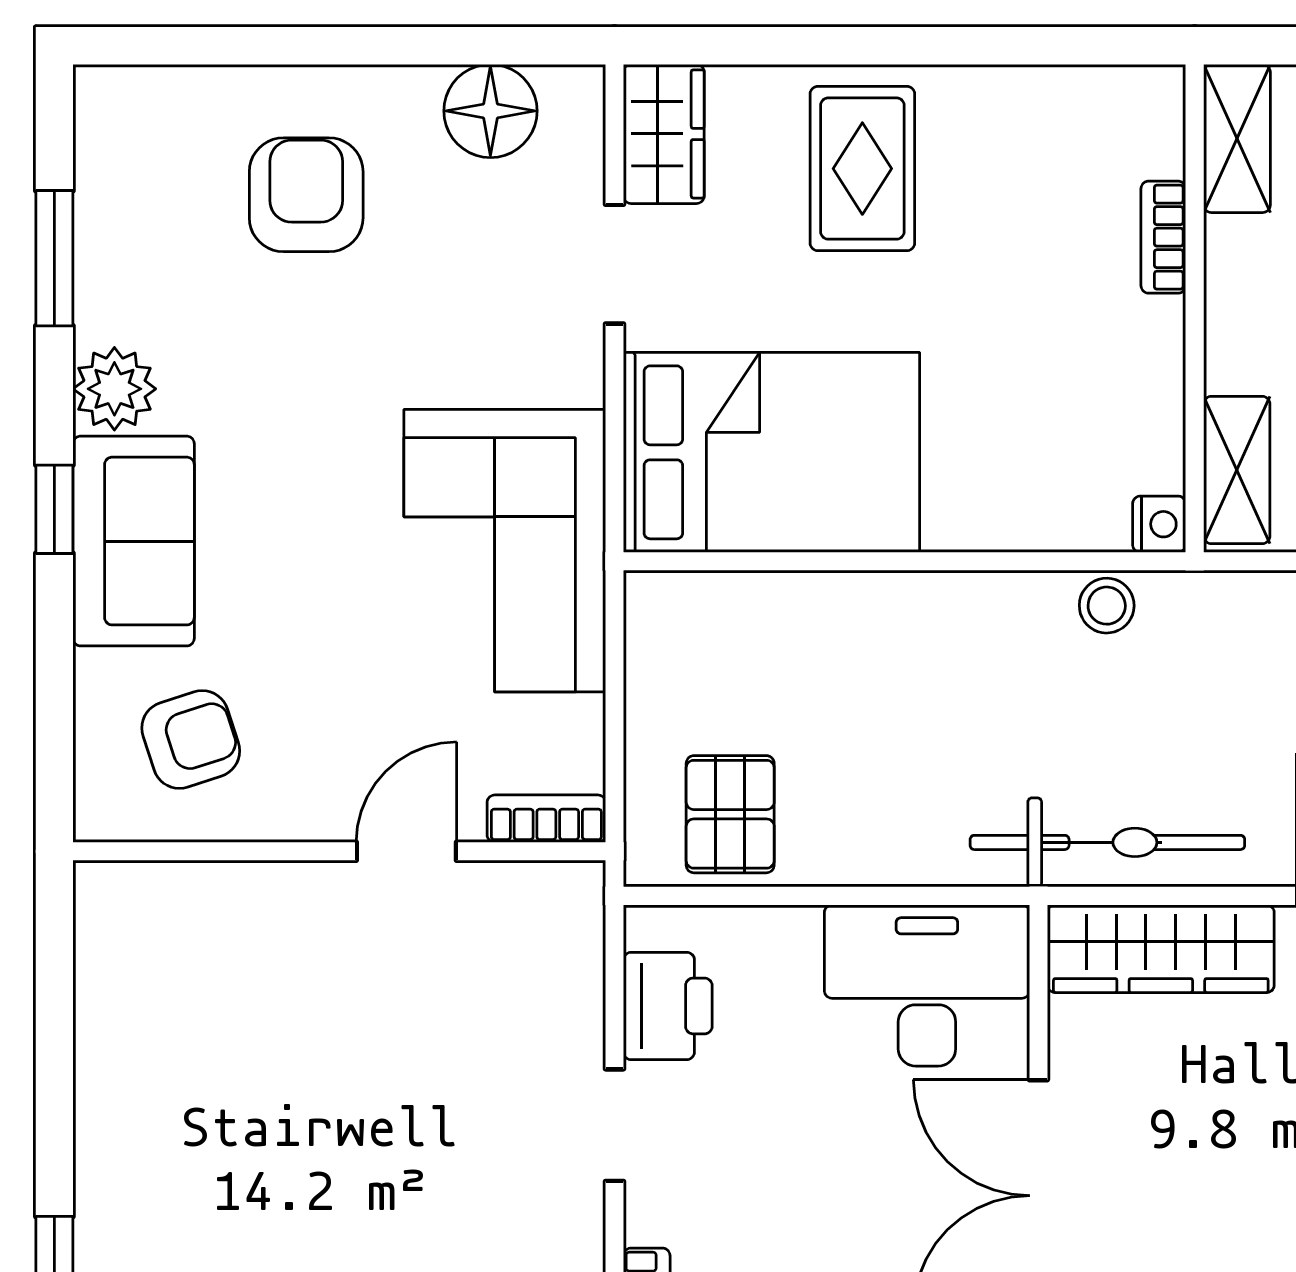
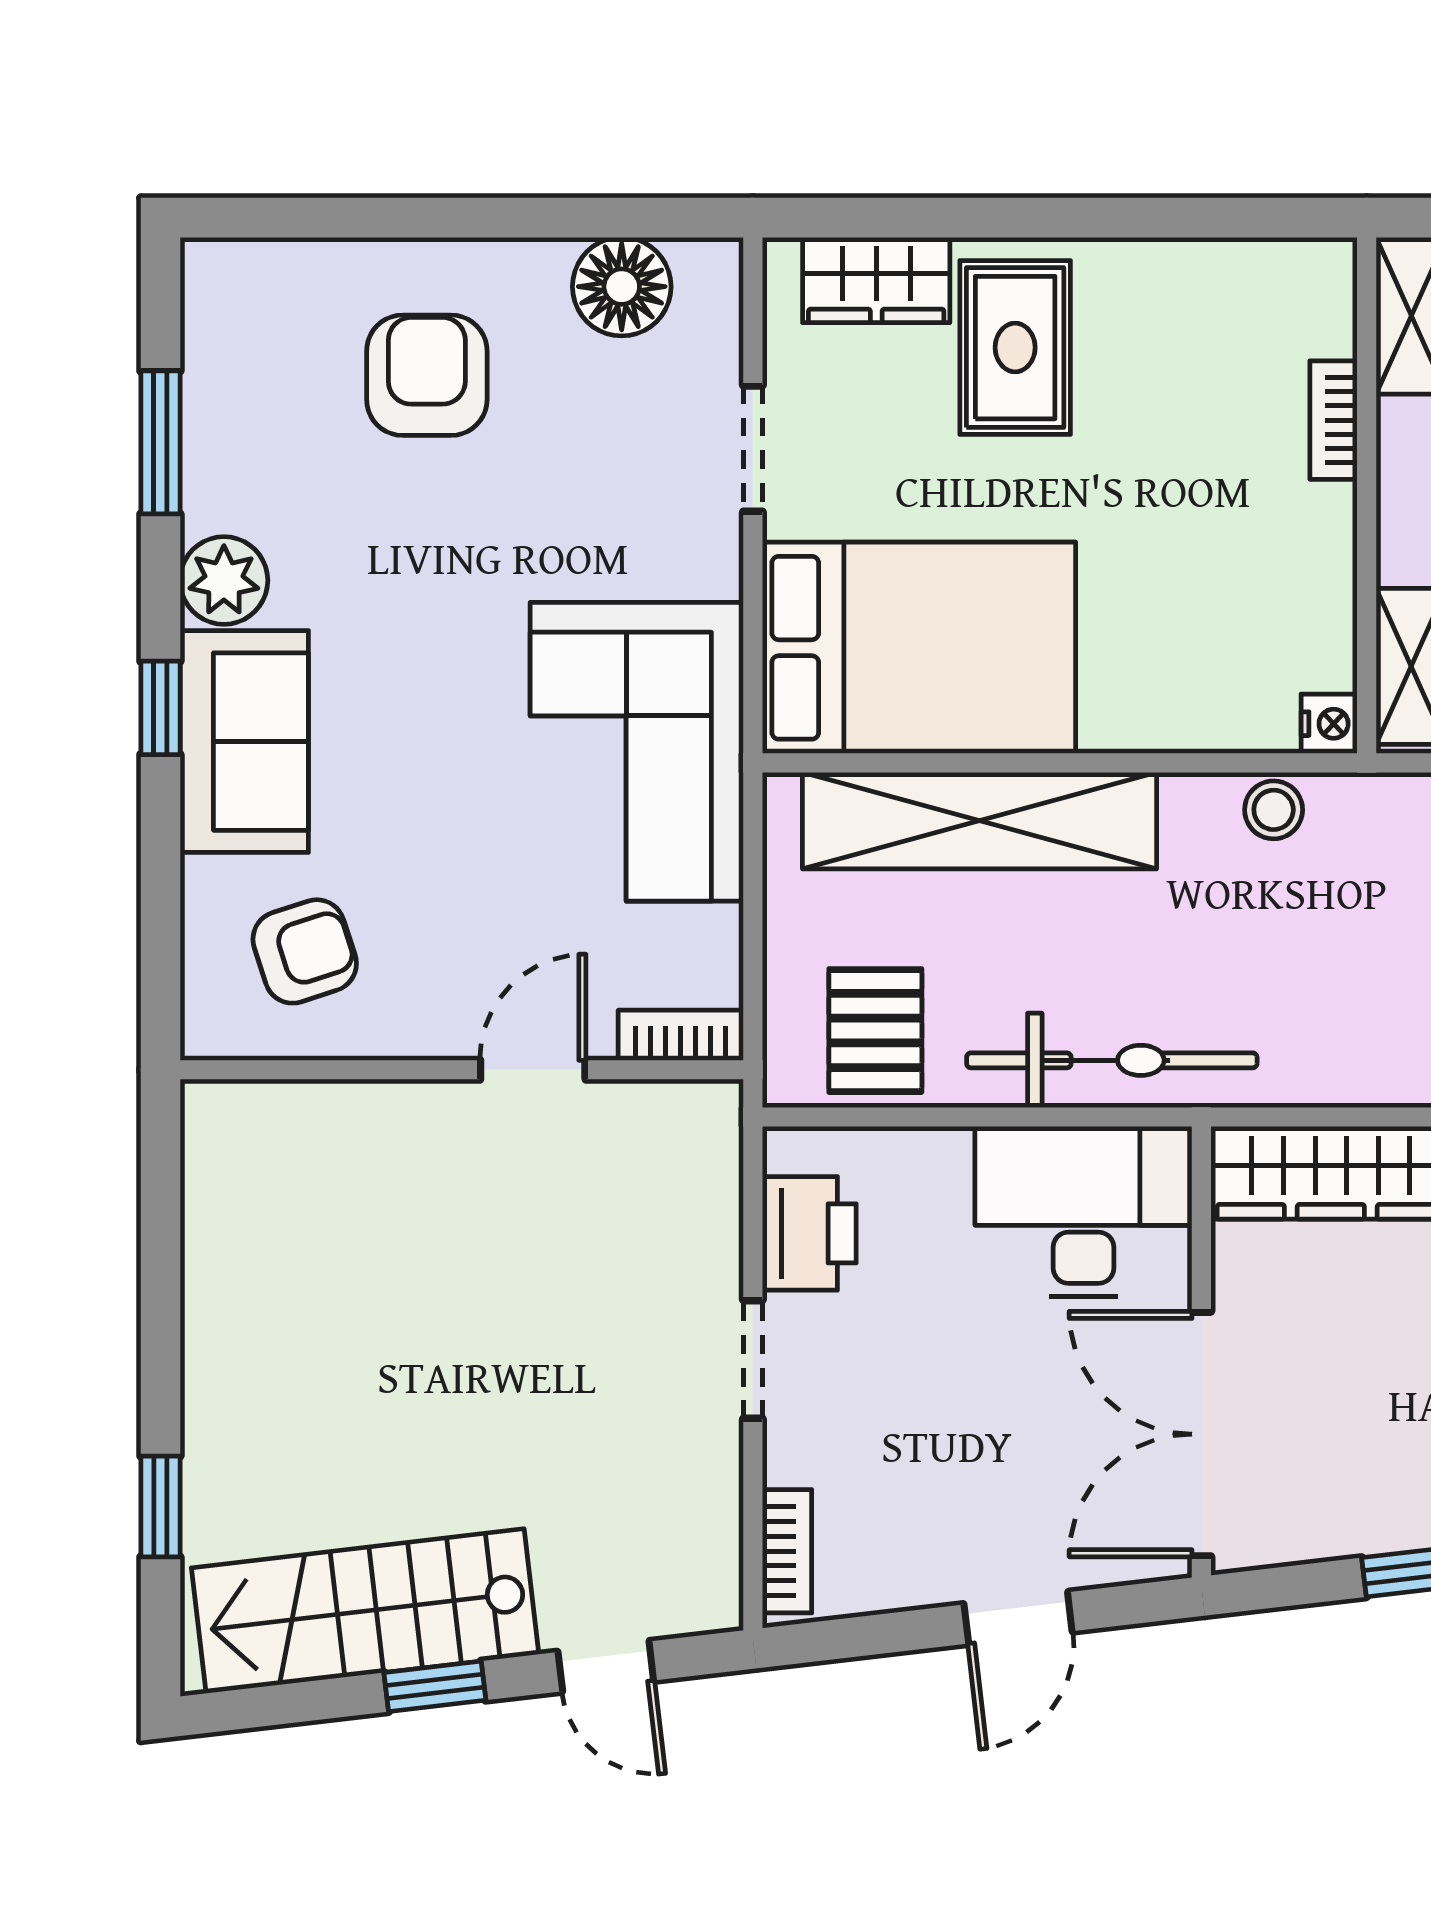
wardrobe: (664, 134) -> (876, 280), moved, turned 90
shelving: (829, 616) -> (980, 821), added
bicycle: (1107, 842) -> (1112, 1060), moved

